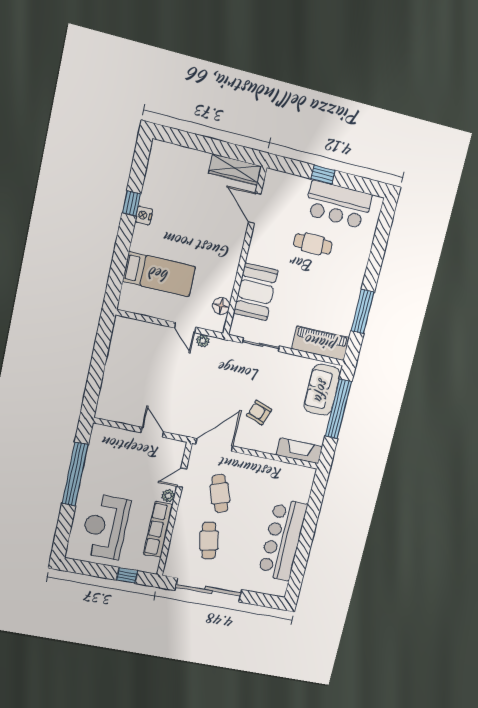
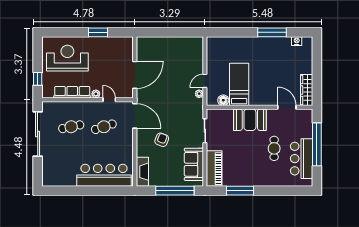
window: (323, 175) -> (317, 144), width x3.17
window: (132, 203) -> (272, 32), width x2.17
door: (255, 208) -> (287, 107), hinge flipped
nightstand: (144, 215) -> (297, 41), moved
bed: (159, 274) -> (239, 84), moved, turned 180
booth: (256, 292) -> (250, 120), moved
sofa: (322, 390) -> (194, 164), moved, turned -90
door: (152, 432) -> (135, 75), width x1.87
window: (75, 474) -> (98, 32), width x0.47
bar counter: (283, 540) -> (104, 175), moved

